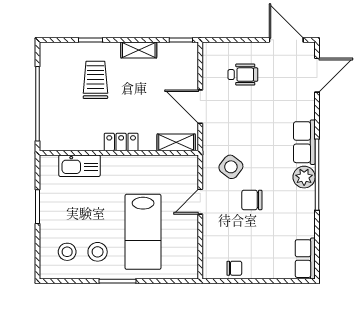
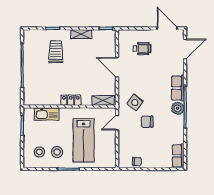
locker: (121, 142) -> (71, 100), moved
shelving: (176, 142) -> (103, 100), moved
wall: (119, 153) -> (70, 107), moved
kitchen sink: (80, 166) -> (47, 114), moved

